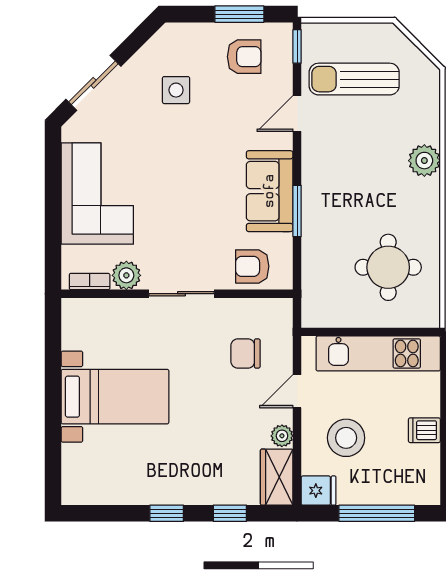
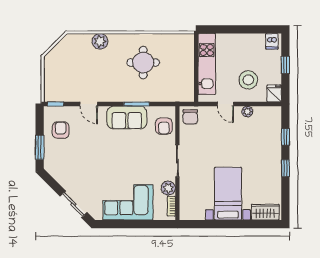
window: (239, 14) -> (40, 147), moved
sun lounger: (354, 79) -> (72, 76), removed
side table: (176, 90) -> (77, 164), removed
plant: (424, 161) -> (100, 41), moved
round table: (388, 267) -> (143, 63), moved
chair: (245, 353) -> (190, 117), moved
dishwasher: (424, 430) -> (272, 41), moved
wardrobe: (277, 477) -> (265, 212), moved, turned 180
window: (377, 513) -> (285, 65), width x0.46

